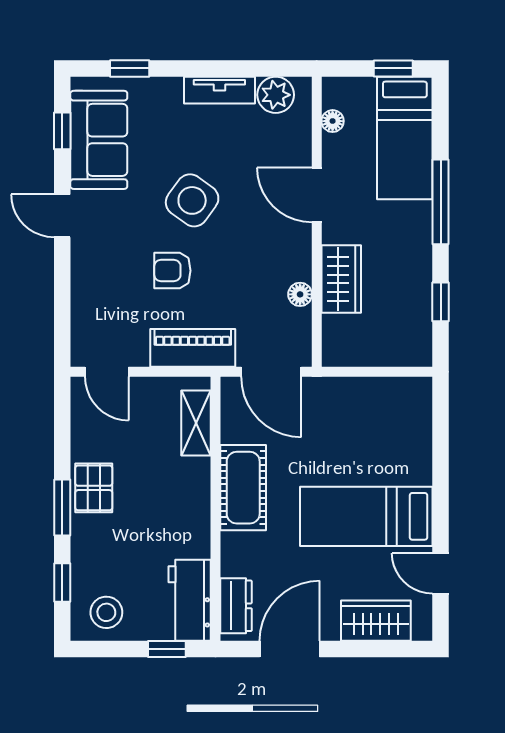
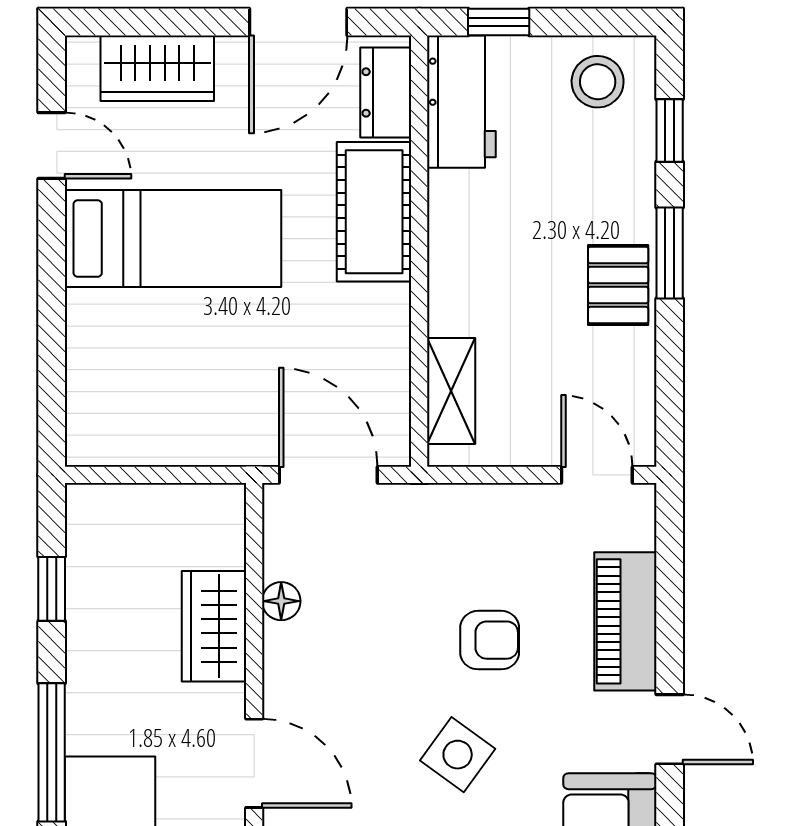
side table: (192, 200) -> (458, 755), width x0.73, depth x0.73
piano: (193, 348) -> (625, 621), moved, turned 90
cot: (243, 488) -> (374, 212), moved

